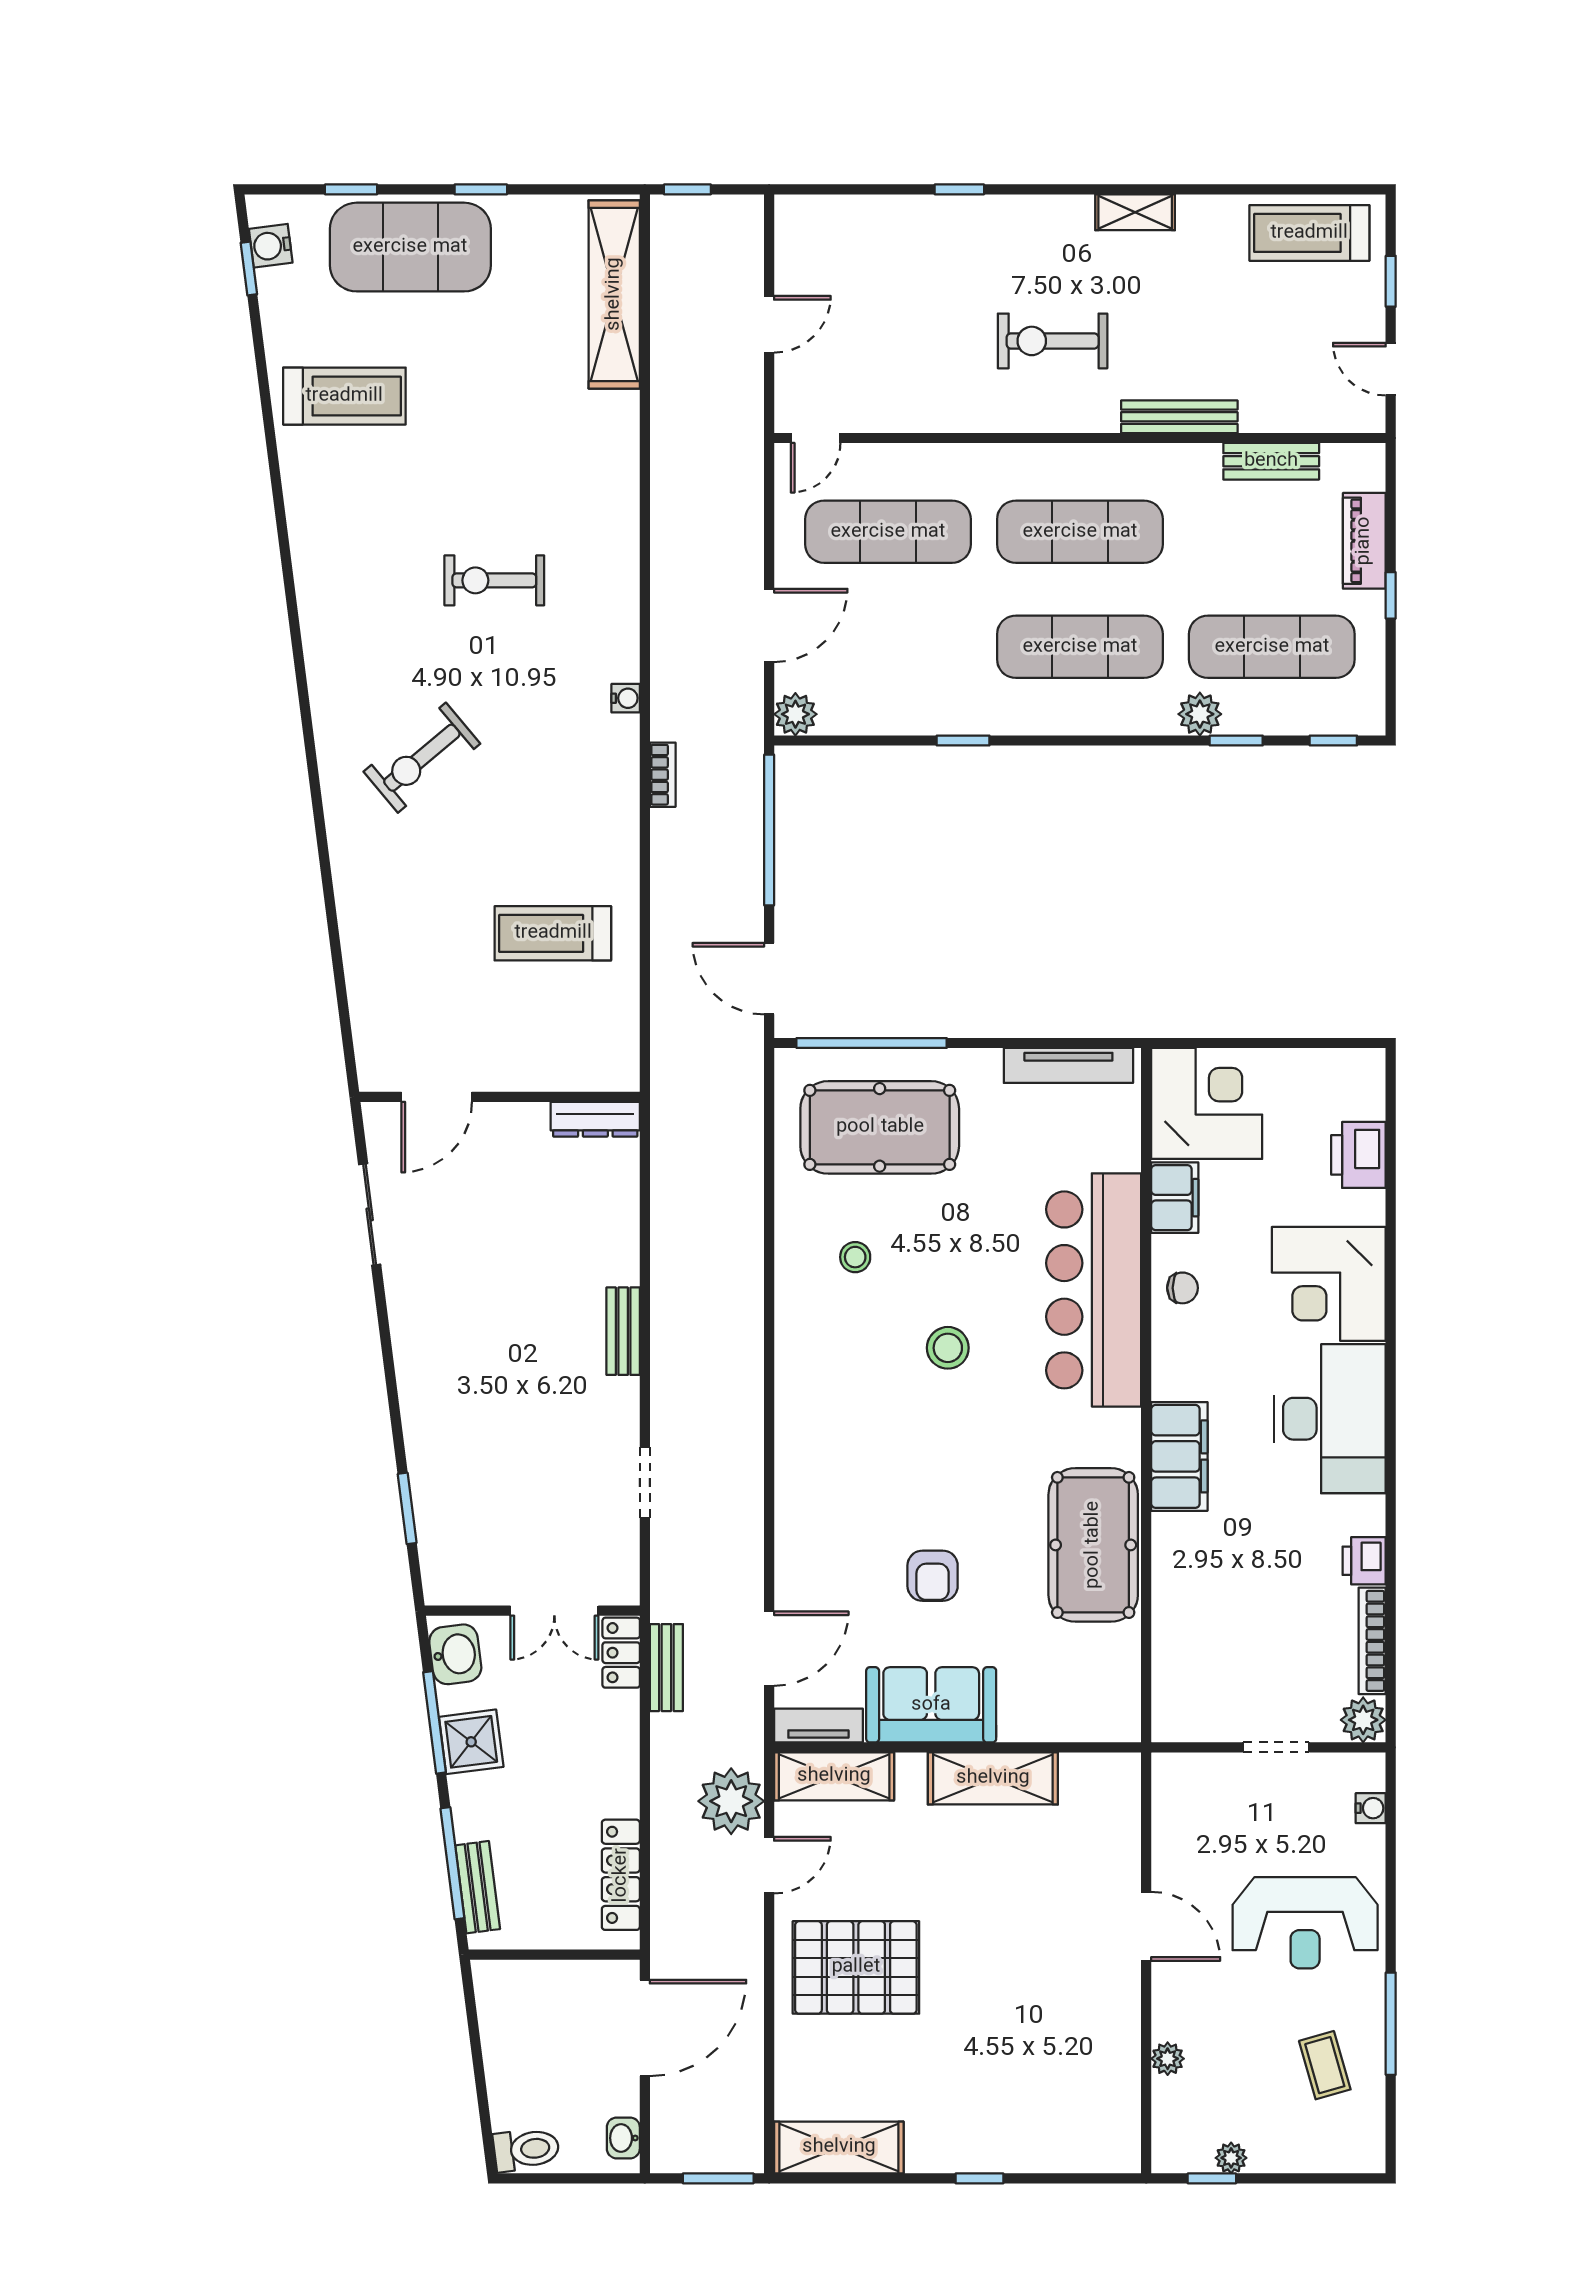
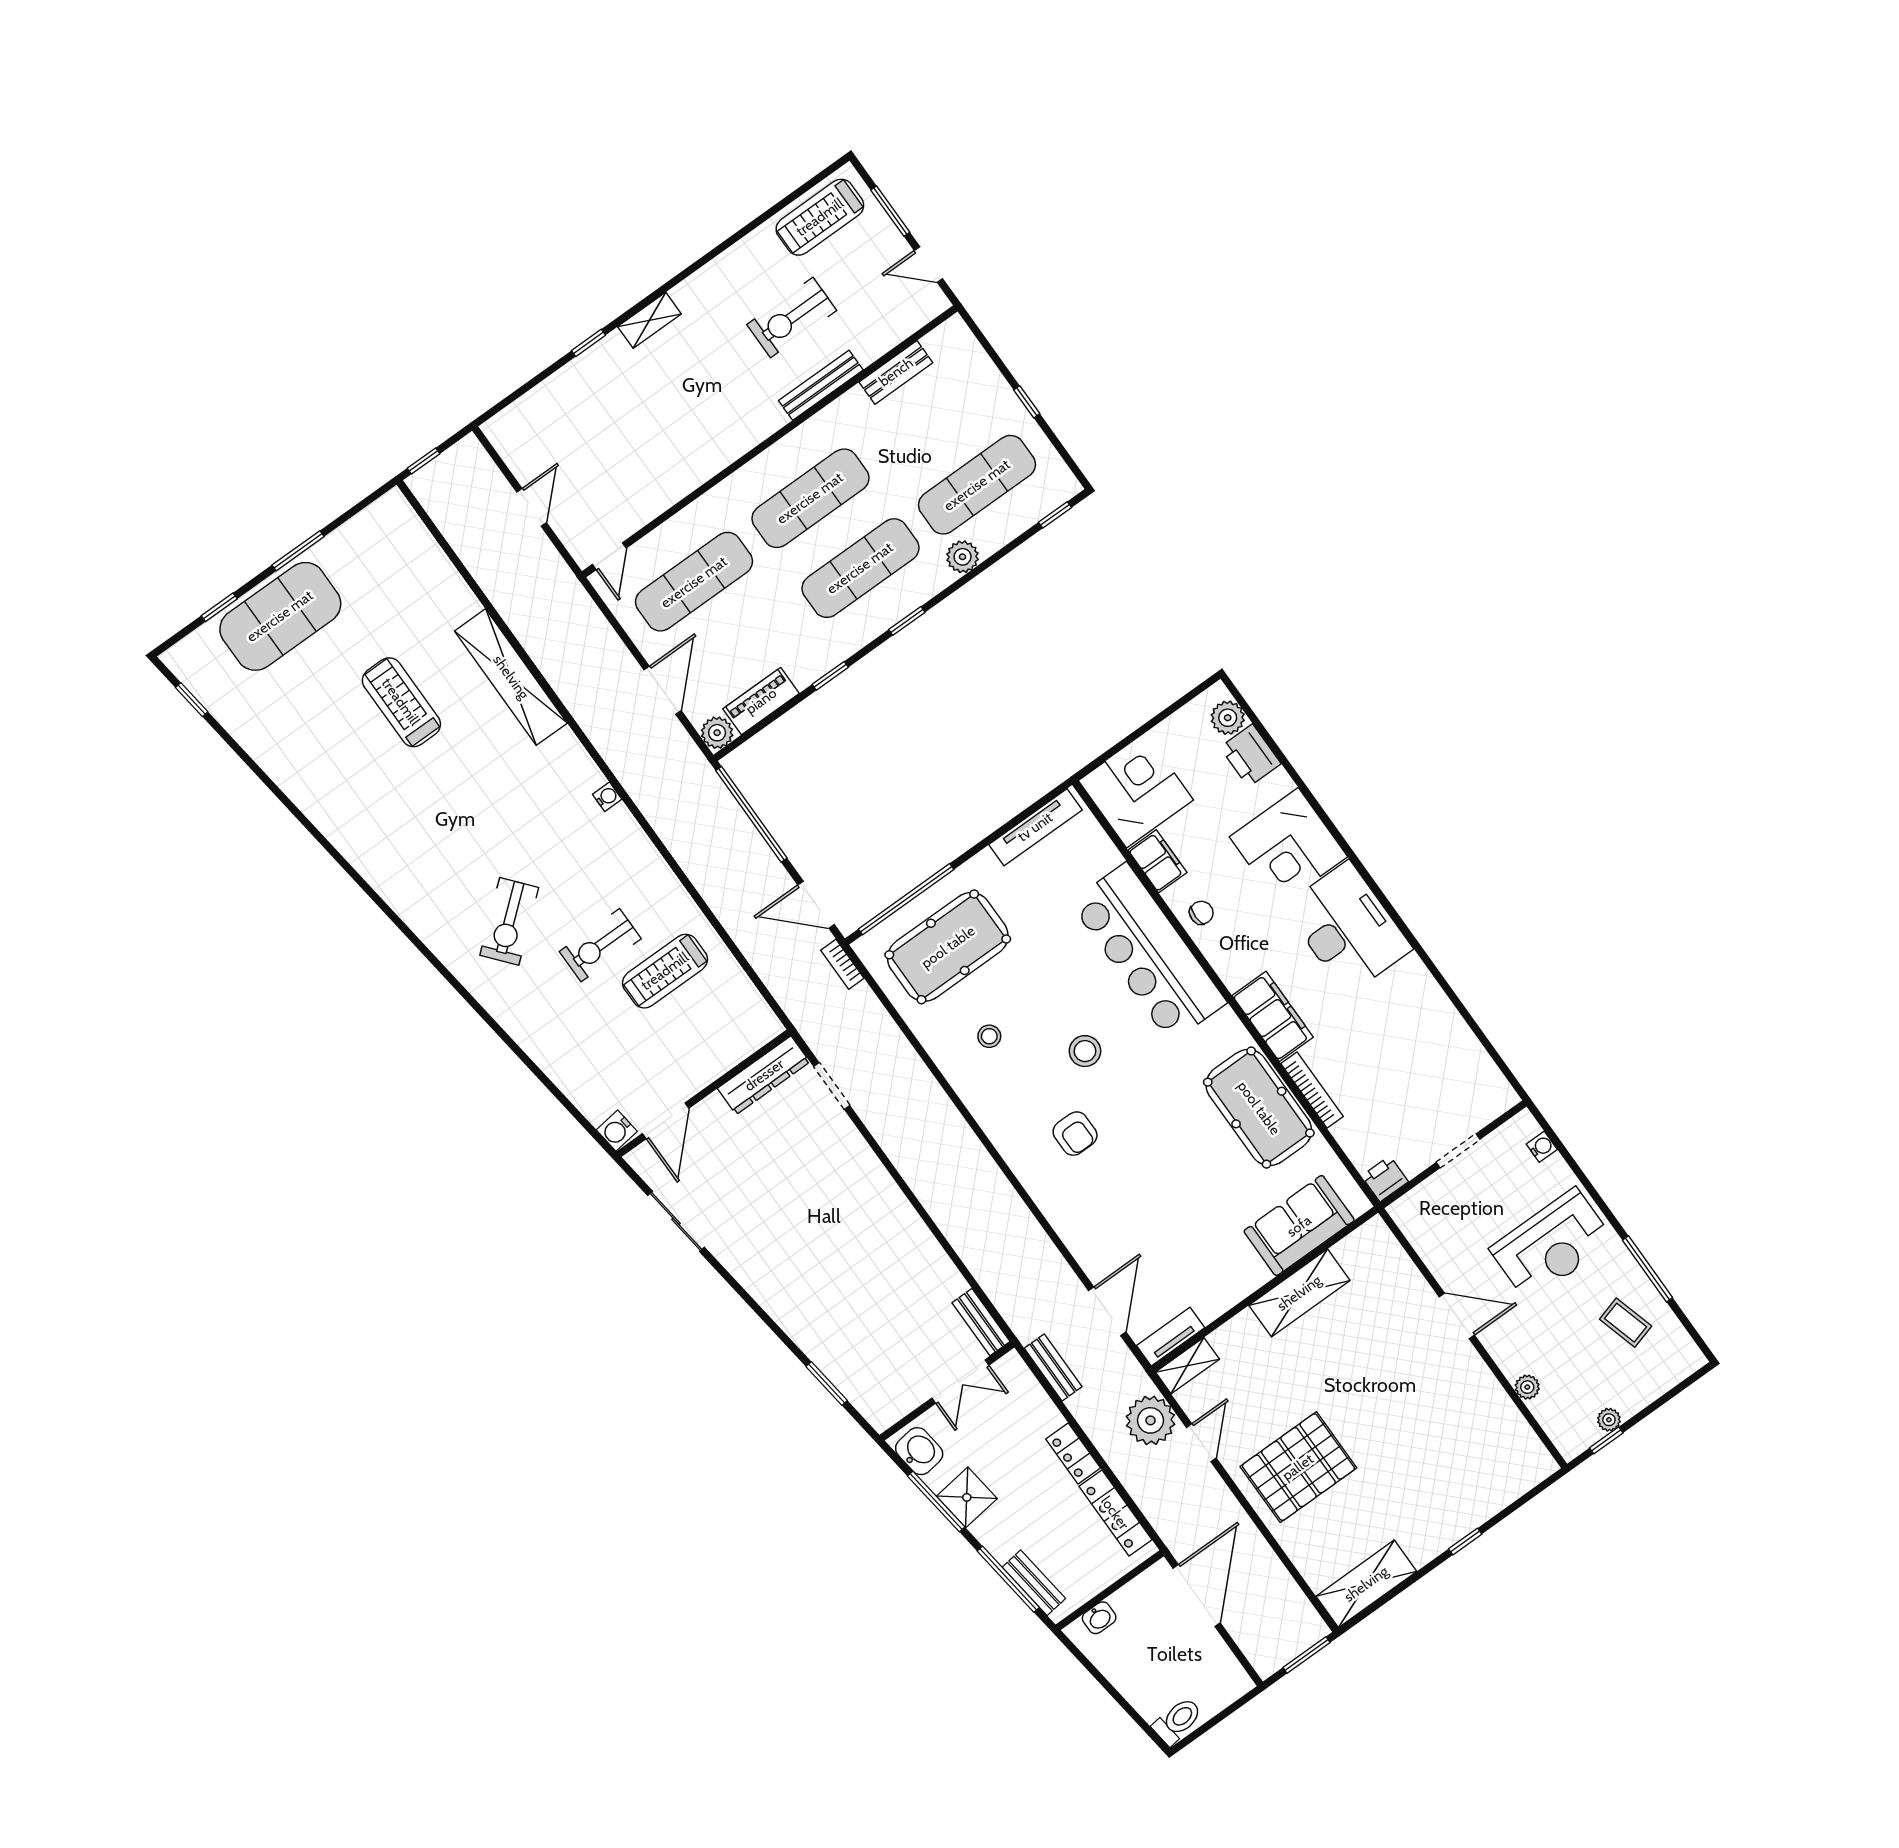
window: (481, 189) -> (298, 551), width x1.50
shelving: (1135, 212) -> (649, 320), moved
water cooler: (271, 246) -> (617, 1131), moved
window: (1391, 281) -> (890, 211), width x1.50
shelving: (614, 294) -> (511, 677), moved
exercise bike: (1053, 341) -> (792, 317), moved
treadmill: (344, 396) -> (401, 702), moved, turned -90
piano: (1364, 541) -> (761, 701), moved, turned 90
exercise bike: (494, 580) -> (600, 945), moved
window: (1236, 740) -> (907, 621), moved
bookcase: (663, 775) -> (842, 964), moved, turned 180
dresser: (595, 1119) -> (764, 1075), width x1.37, depth x1.24
bench: (623, 1331) -> (981, 1322), moved
doorway: (645, 1482) -> (832, 1086), moved
printer: (1364, 1561) -> (1385, 1179), moved, turned 90
armchair: (933, 1576) -> (1075, 1134), moved
bookcase: (1372, 1641) -> (1312, 1090), moved, turned 180
locker: (621, 1653) -> (1073, 1454), moved
sofa: (931, 1705) -> (1299, 1226), moved
plant: (1363, 1720) -> (1228, 718), moved
shelving: (834, 1776) -> (1187, 1366), width x0.67, depth x0.75
washbasin: (623, 2138) -> (1099, 1618), moved, turned -90

